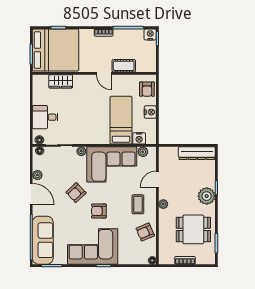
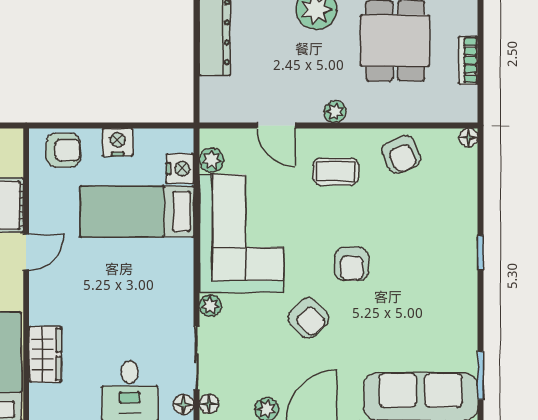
corner sofa: (93, 247) -> (436, 279), removed

